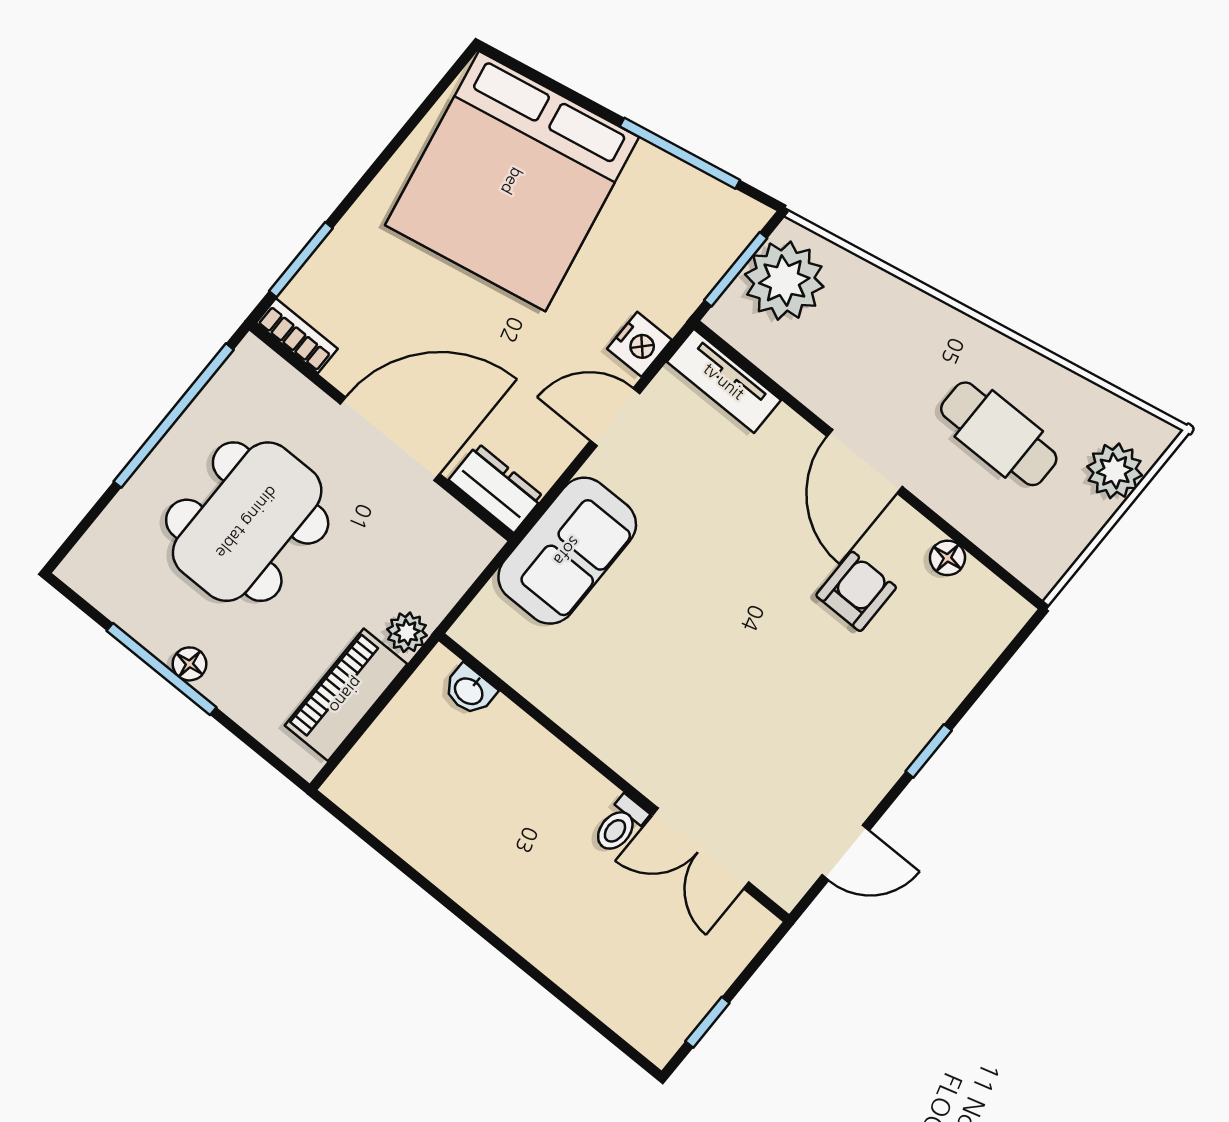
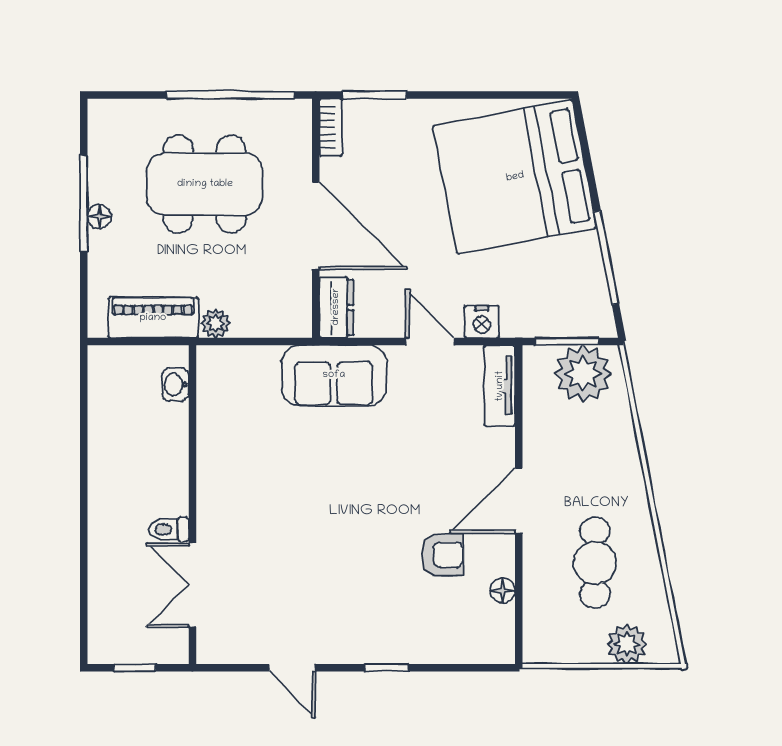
washbasin: (469, 690) -> (175, 384), moved
wall: (614, 778) -> (192, 505), moved
toilet: (620, 825) -> (169, 529), moved
double door: (701, 848) -> (192, 585), moved

